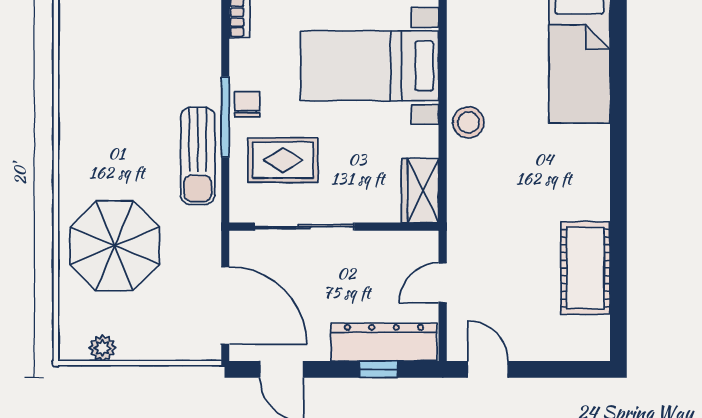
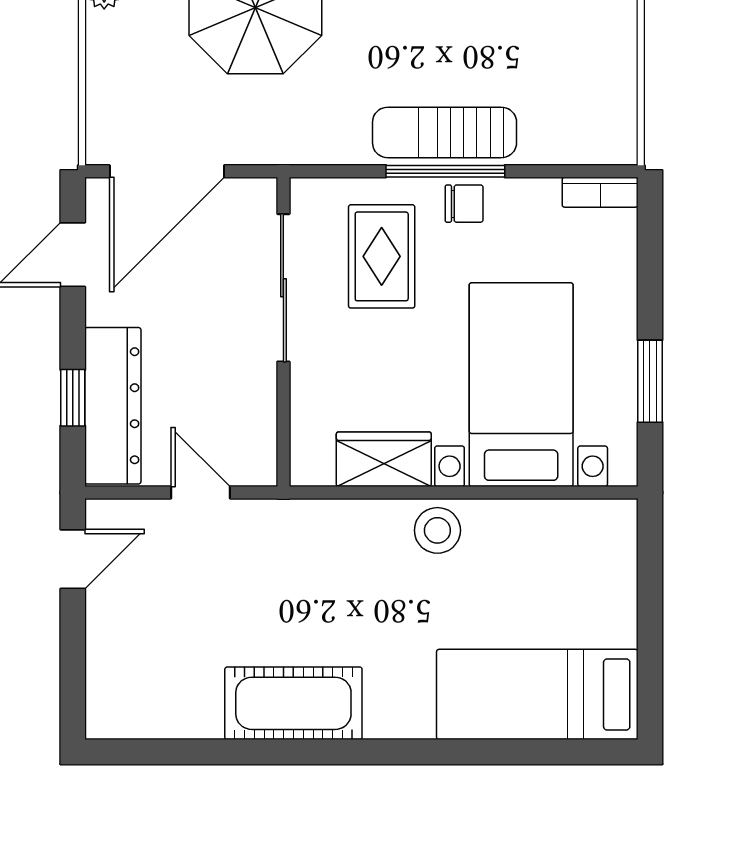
sun lounger: (198, 156) -> (445, 132), moved
wardrobe: (420, 191) -> (384, 459), moved
cot: (585, 268) -> (293, 703), moved

